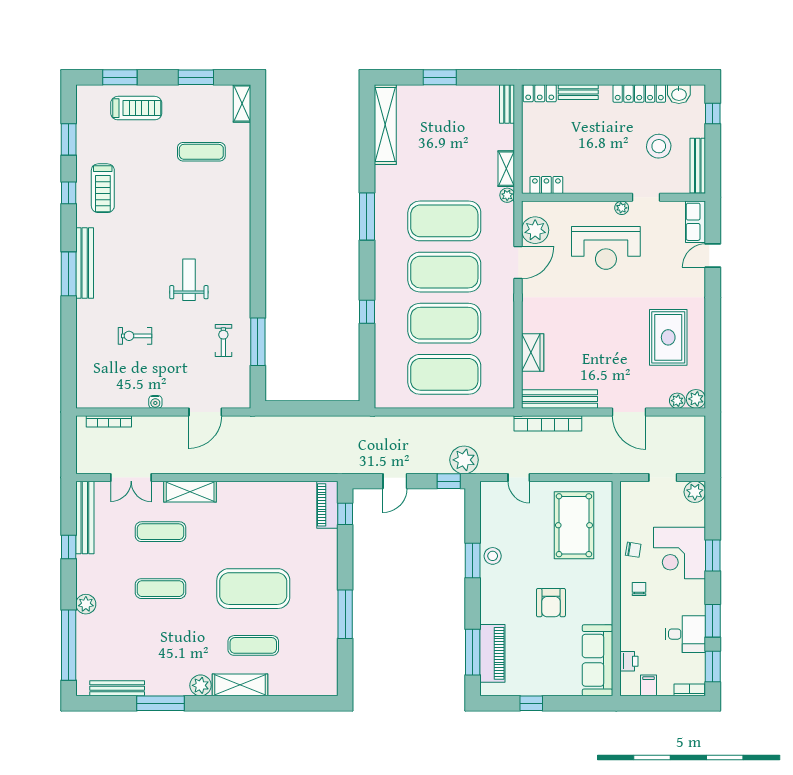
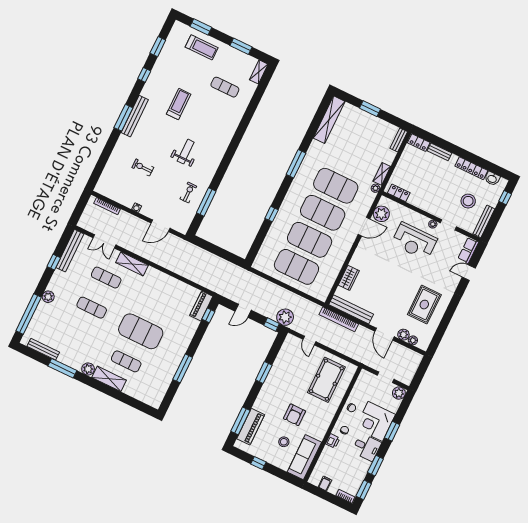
treadmill: (103, 188) -> (179, 104), moved, turned 180
plant: (696, 399) -> (403, 335), moved
stool: (493, 556) -> (284, 442), moved
desk: (685, 634) -> (367, 447), moved
printer: (629, 661) -> (333, 441), moved

